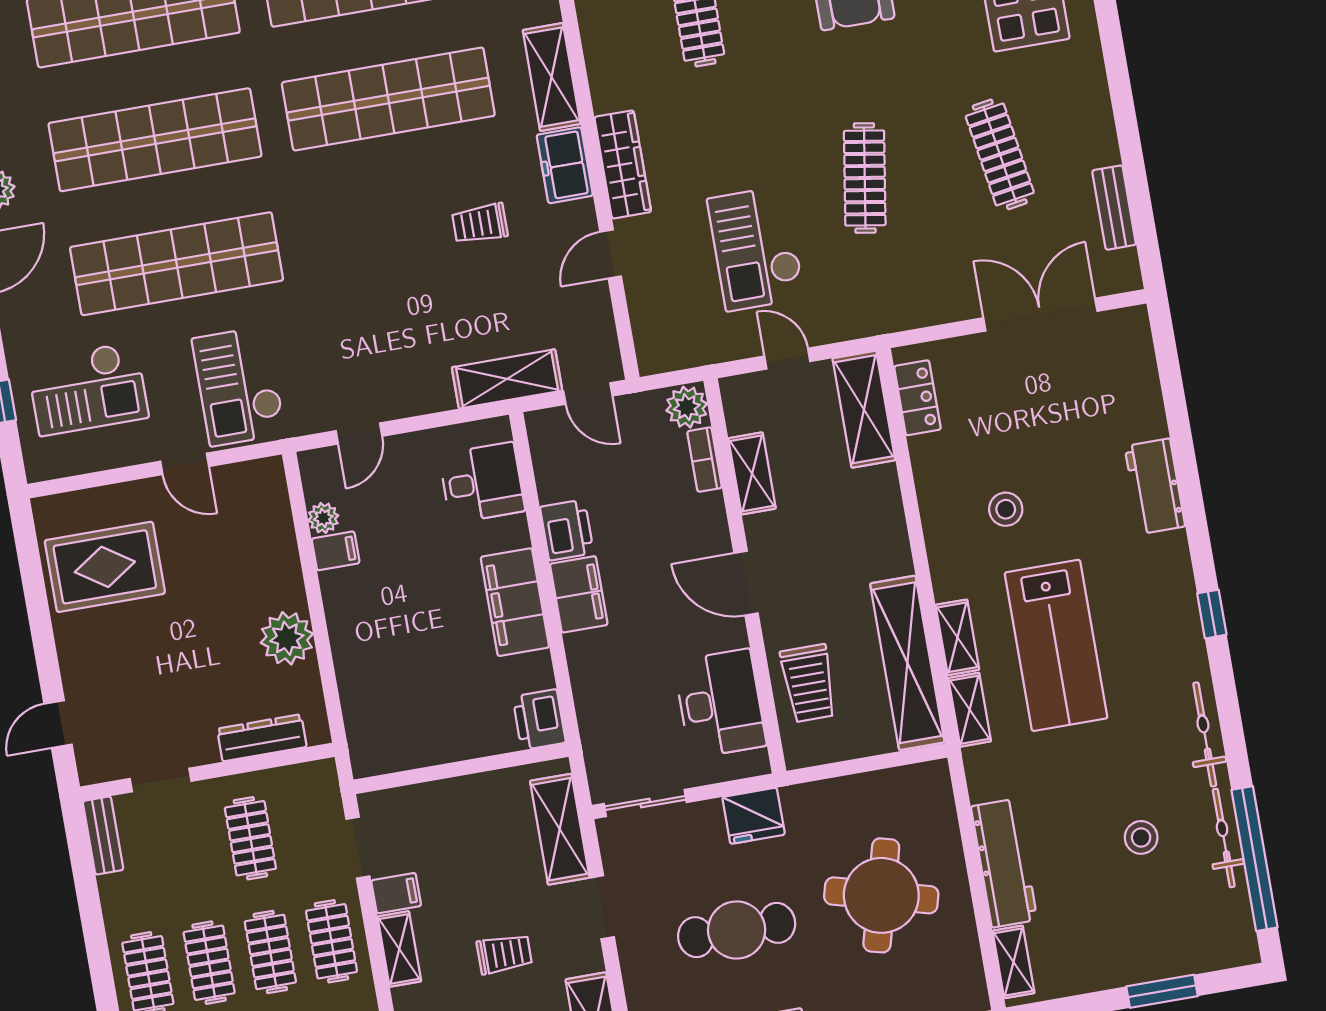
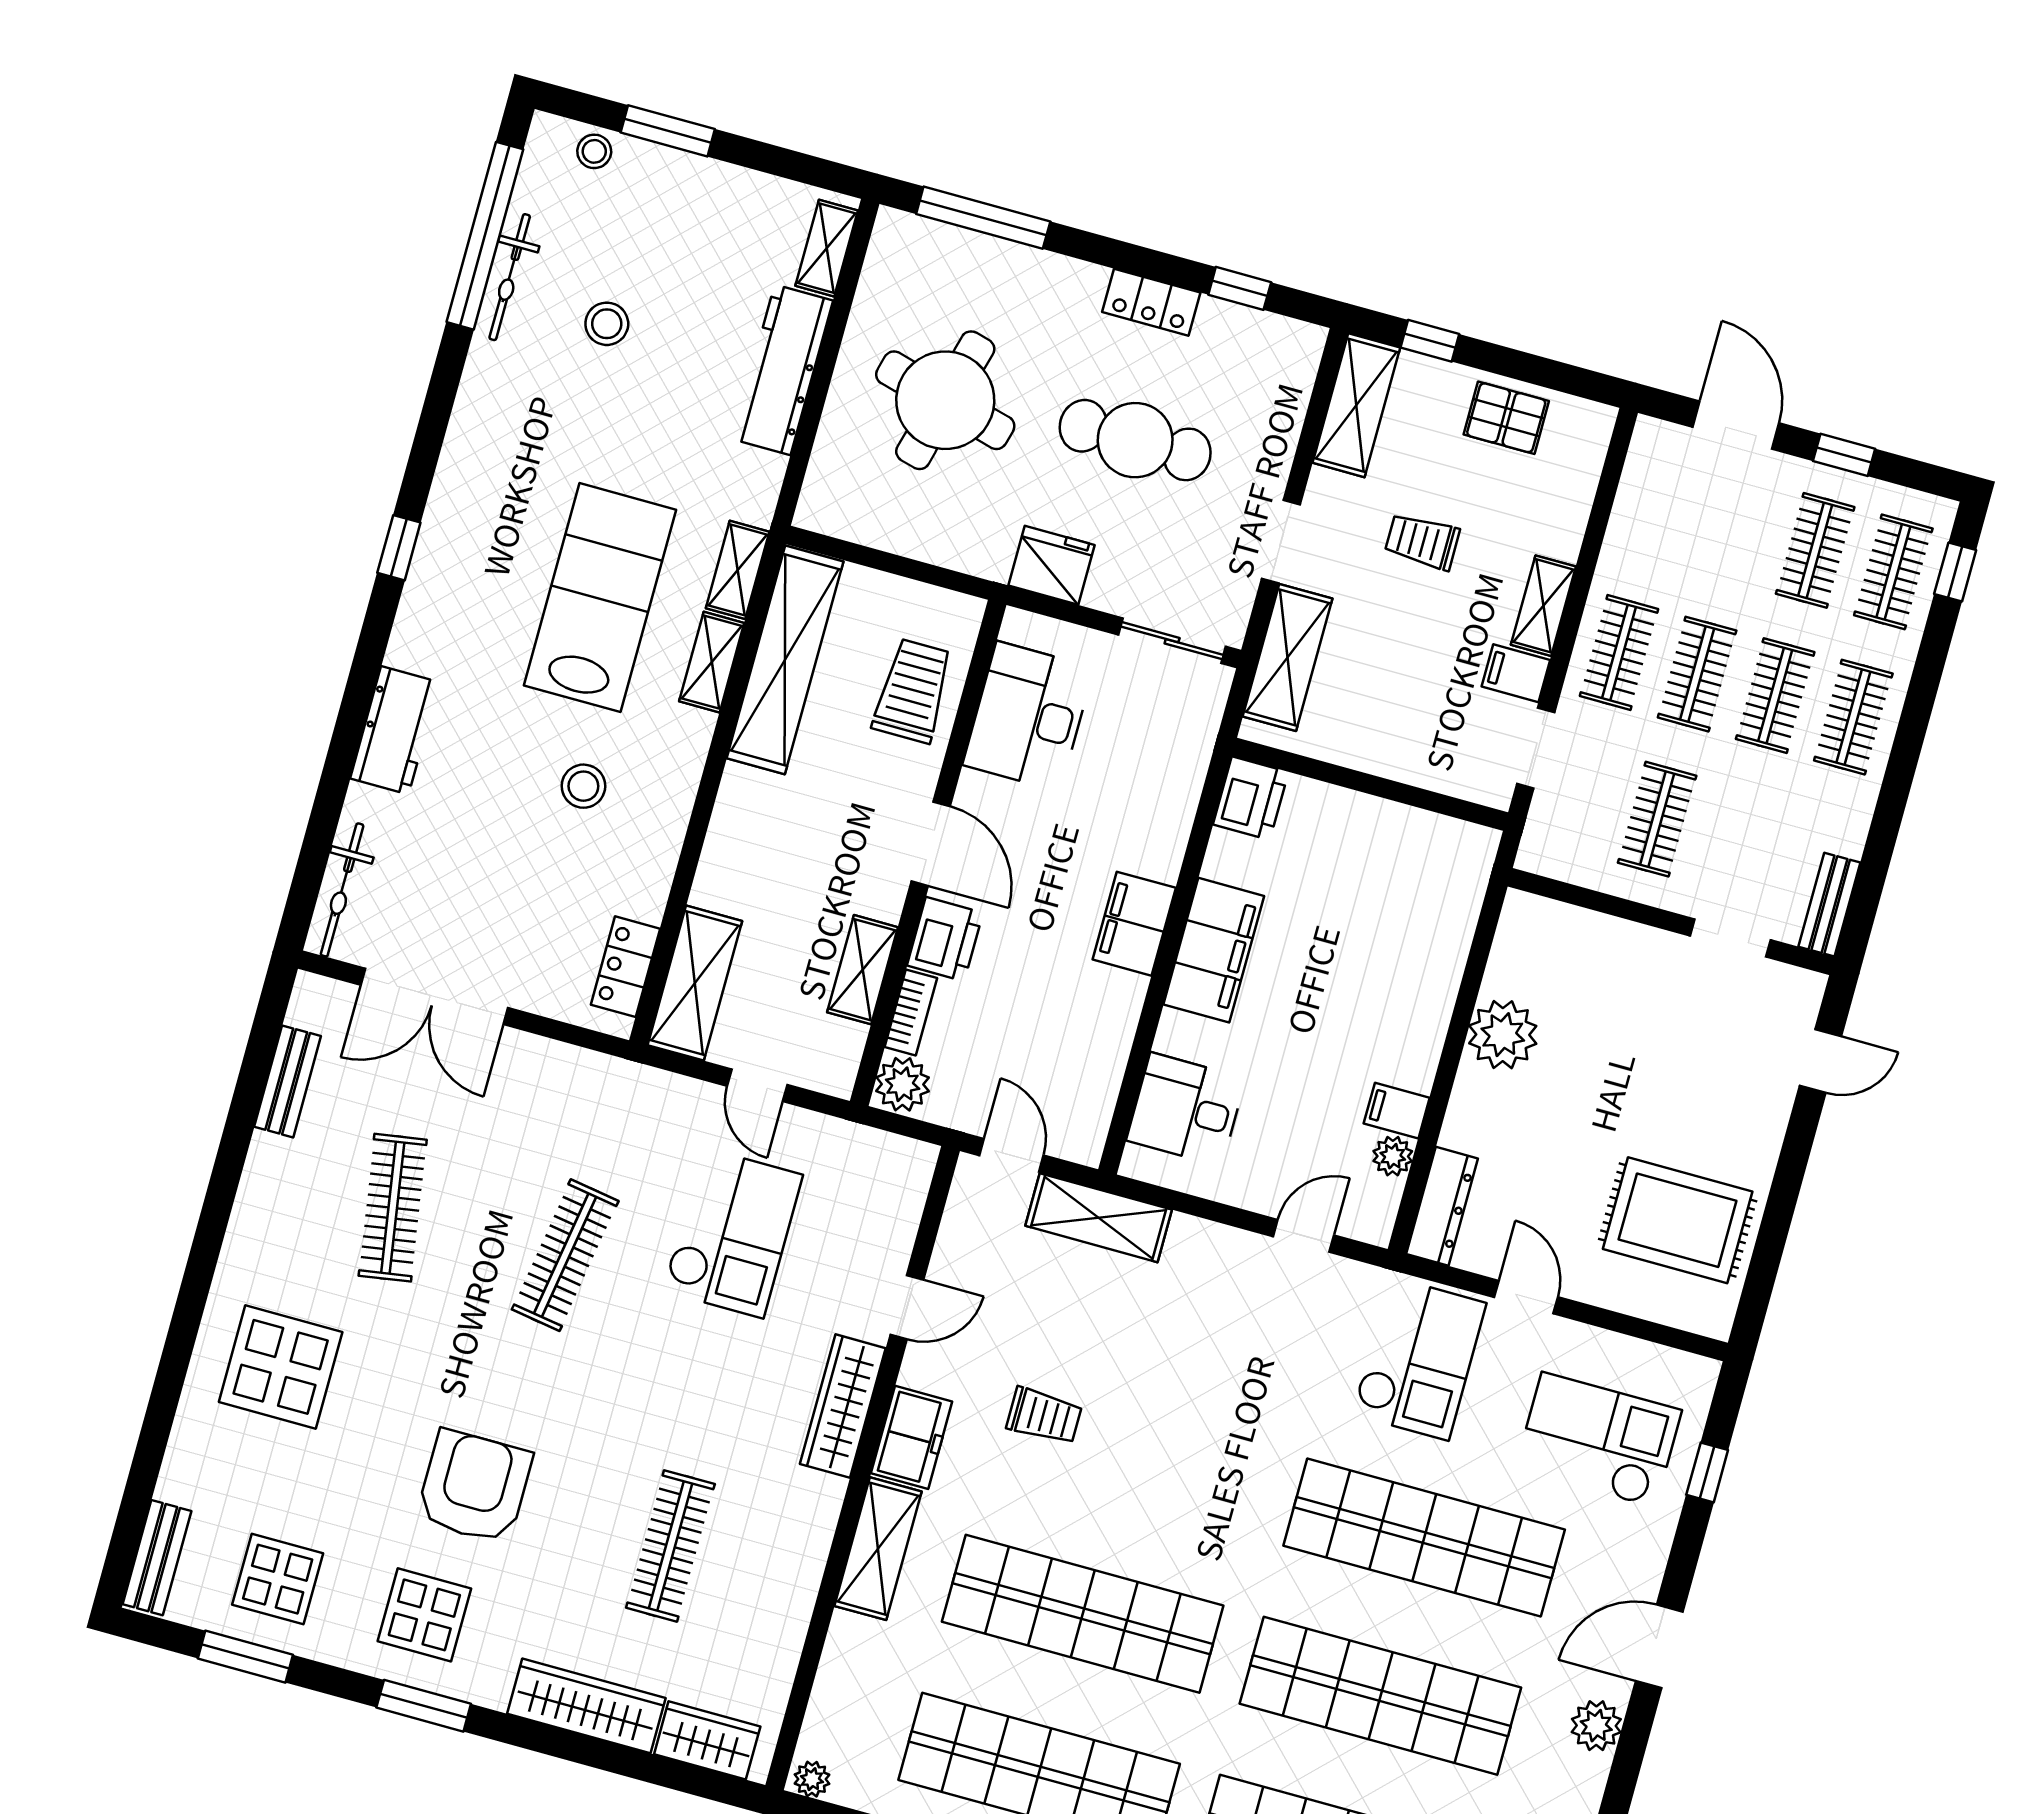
printer: (567, 530) -> (945, 939), moved, turned 180
bicycle: (1205, 734) -> (342, 890), moved
dresser: (262, 738) -> (1442, 1206), moved, turned -90
stool: (1206, 953) -> (594, 151), added

